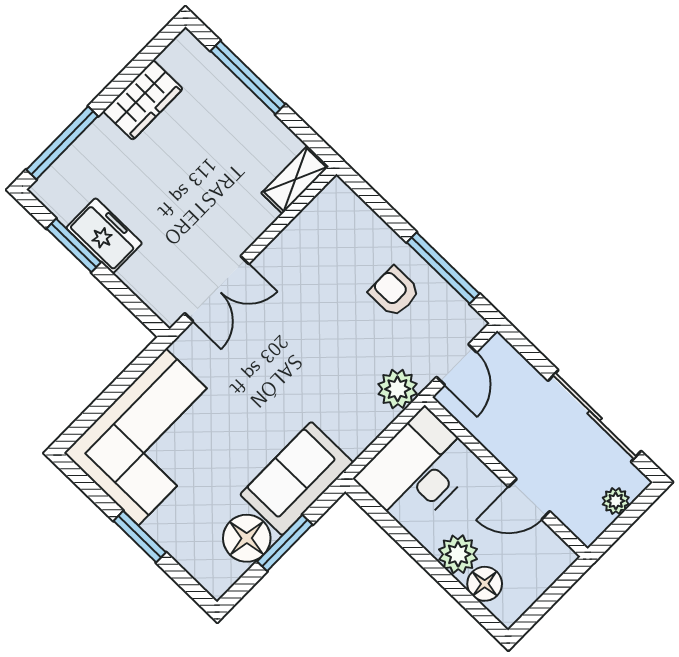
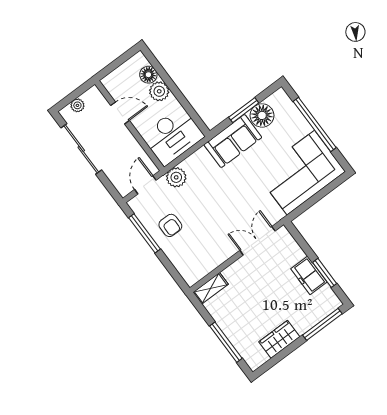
window: (140, 537) -> (315, 124), width x2.11

